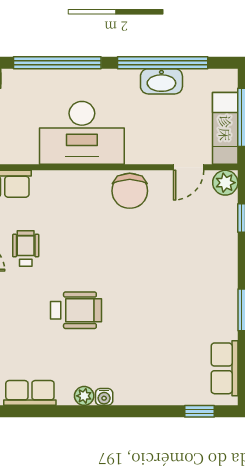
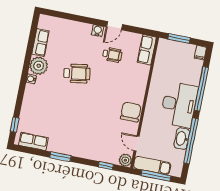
desk: (82, 133) -> (179, 105), moved, turned 180
chair: (130, 191) -> (131, 112), turned 90
wheelchair: (76, 310) -> (77, 74), turned -99
plant: (84, 396) -> (39, 66), width x1.88, depth x1.88

